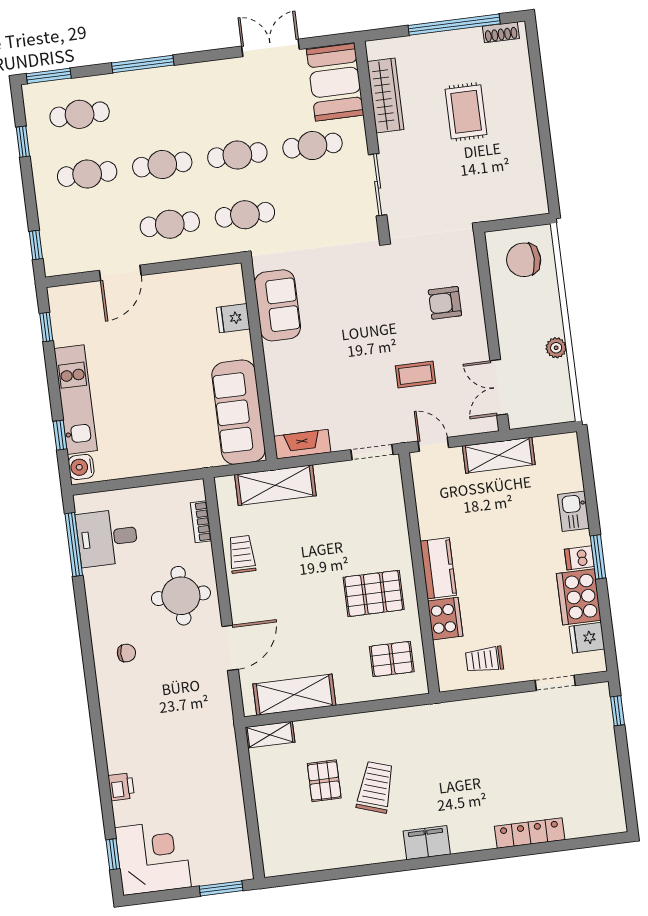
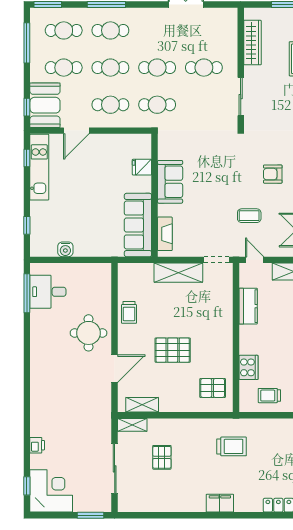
booth: (335, 82) -> (45, 105), moved
cafe table: (155, 105) -> (110, 30), added
window: (23, 142) -> (27, 43), width x2.17
sofa: (277, 305) -> (170, 182), moved
kitchen unit: (76, 400) -> (39, 167), moved
fireplace: (302, 444) -> (165, 234), moved, turned 90
water cooler: (81, 467) -> (65, 249), moved, turned -90
shelving: (275, 485) -> (178, 273), moved
bookcase: (201, 522) -> (106, 289), removed
trolley: (242, 554) -> (129, 312), turned 180
kitchen counter: (438, 568) -> (248, 306), moved
pallet: (374, 593) -> (173, 350), moved
chair: (126, 653) -> (51, 364), removed
shelving: (294, 695) -> (142, 405), width x0.67, depth x0.75
trolley: (376, 787) -> (232, 446), moved, turned 72
sliding door: (250, 809) -> (115, 469), added

